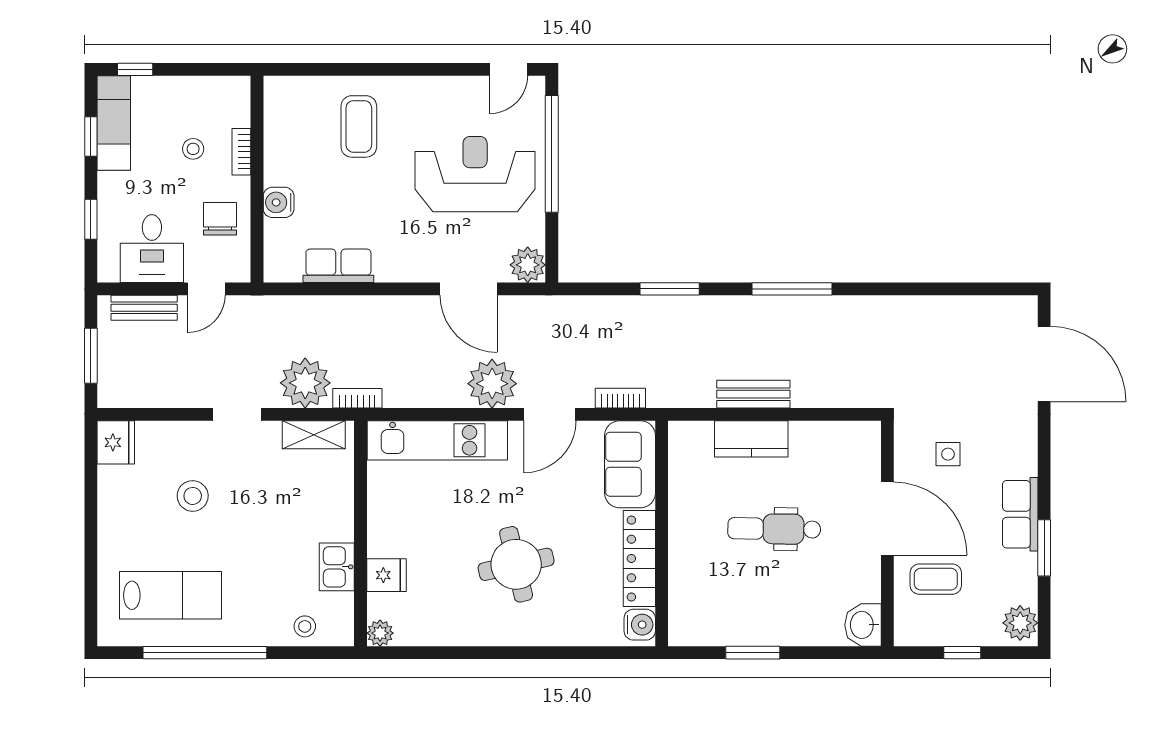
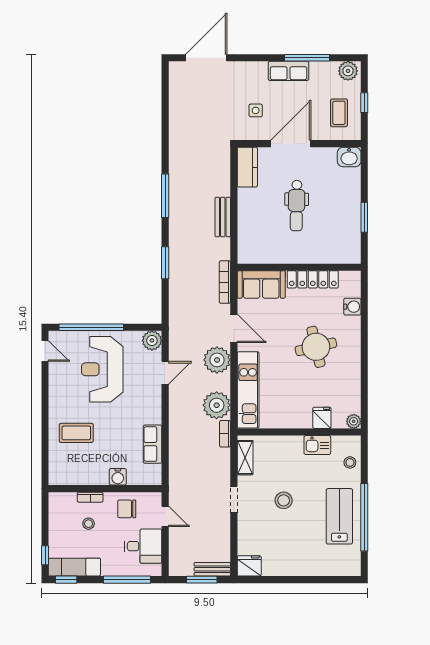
window: (91, 136) -> (66, 580), moved
window: (91, 219) -> (127, 580), width x2.17
door: (469, 289) -> (165, 373), width x0.73
bench: (144, 308) -> (212, 569), moved, turned 90
plant: (305, 383) -> (217, 405), moved
bookcase: (620, 398) -> (225, 282), width x1.56
kitchen counter: (751, 439) -> (247, 167), moved
stool: (193, 496) -> (284, 500), moved
window: (1044, 548) -> (307, 58), width x1.44
coffee table: (936, 579) -> (339, 113), moved
lab bench: (170, 595) -> (339, 516), moved
water cooler: (640, 625) -> (352, 307), moved, turned 90

